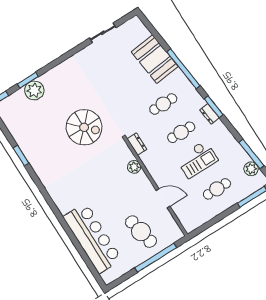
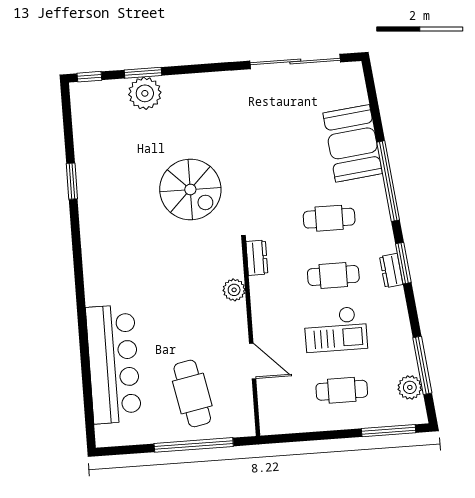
sliding door: (103, 33) -> (295, 62), width x1.86

